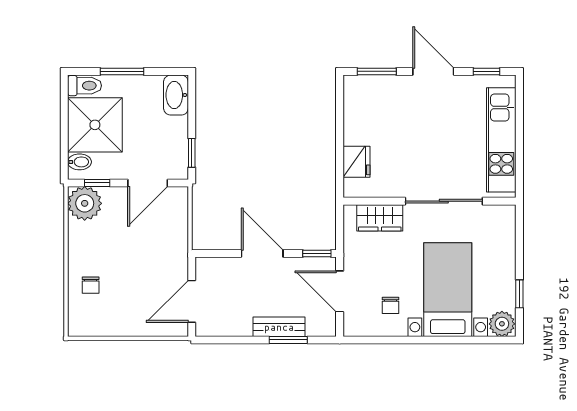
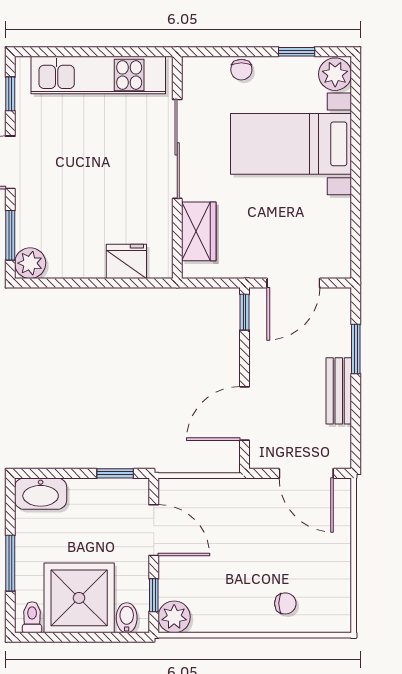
toilet: (85, 86) -> (32, 617), width x0.73, depth x0.72
plant: (355, 87) -> (30, 263), added
plant: (85, 203) -> (174, 617), width x0.73, depth x0.73
door: (262, 253) -> (245, 414), moved
chair: (391, 305) -> (241, 70), moved, turned 90
bench: (279, 327) -> (339, 391), moved

